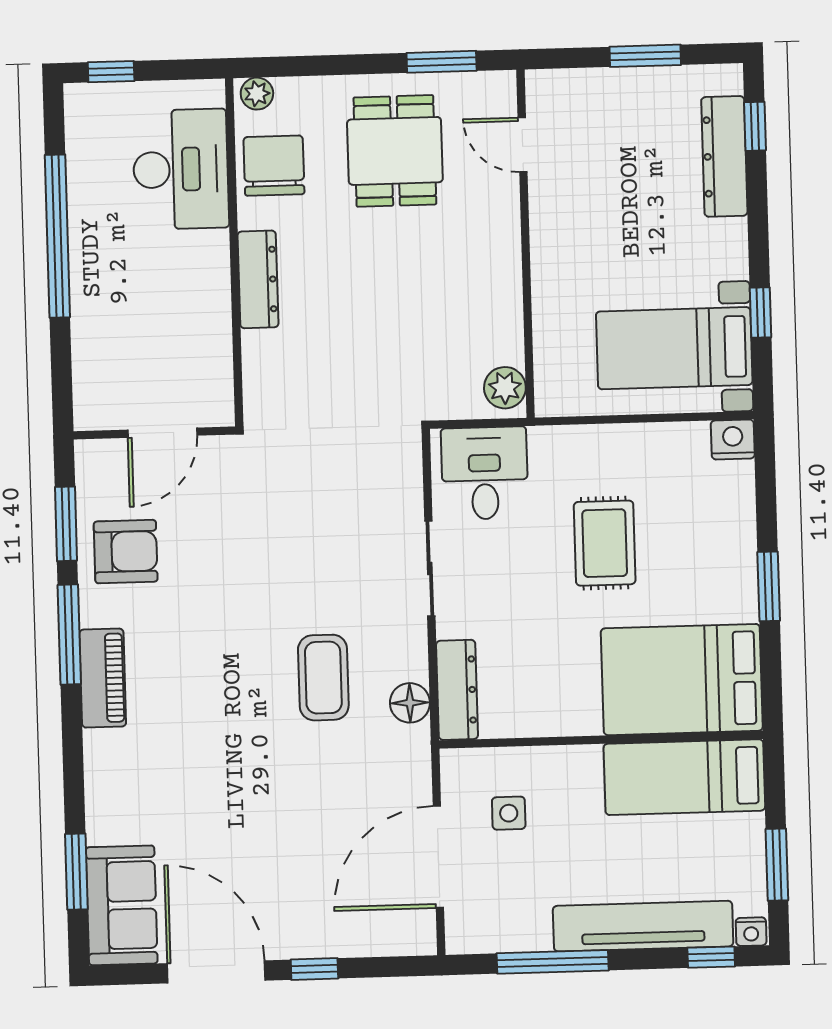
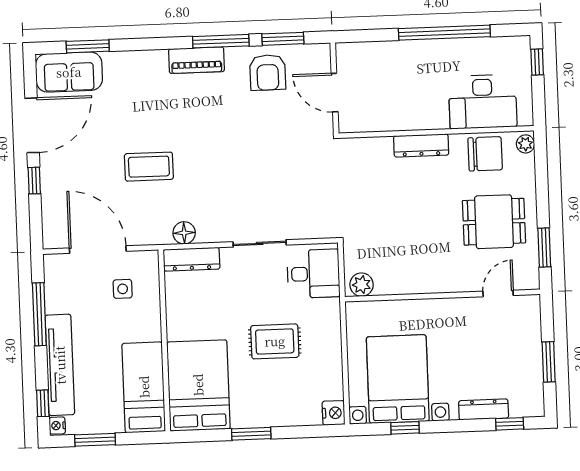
dresser: (724, 156) -> (484, 409), width x0.73, depth x0.80
bed with nightstands: (674, 348) -> (398, 379), width x1.36
coffee table: (323, 678) -> (149, 167), moved

